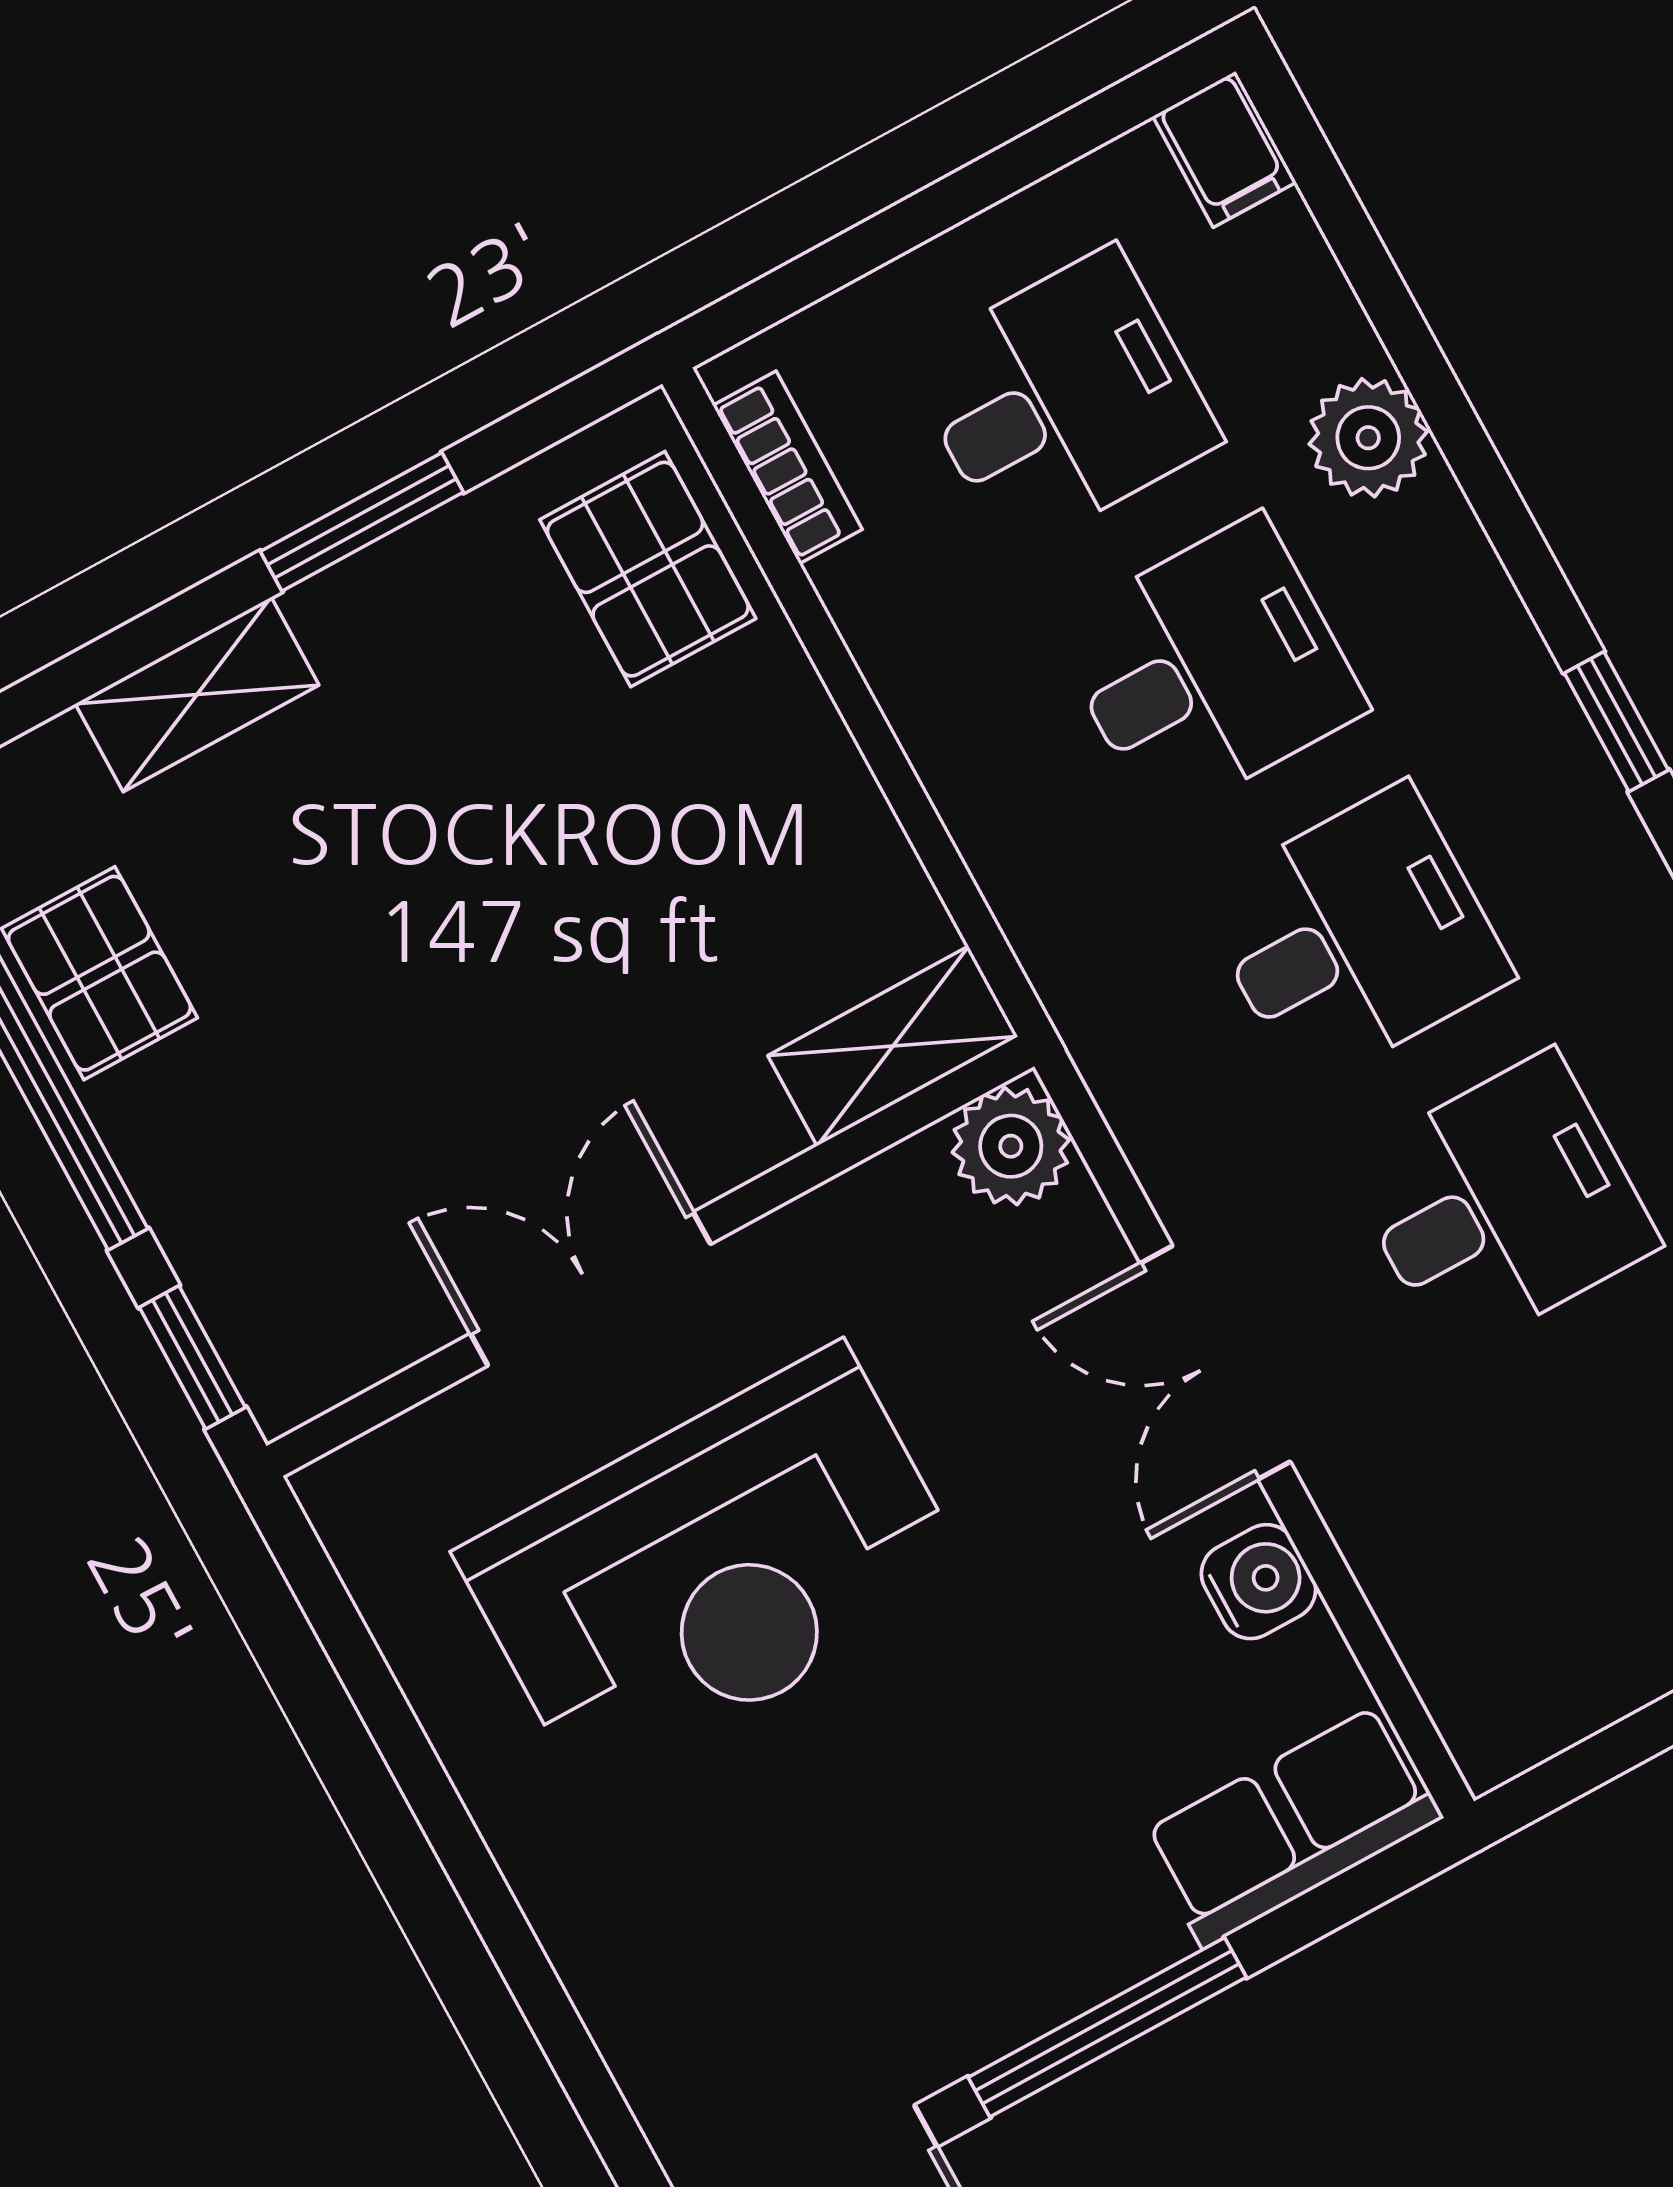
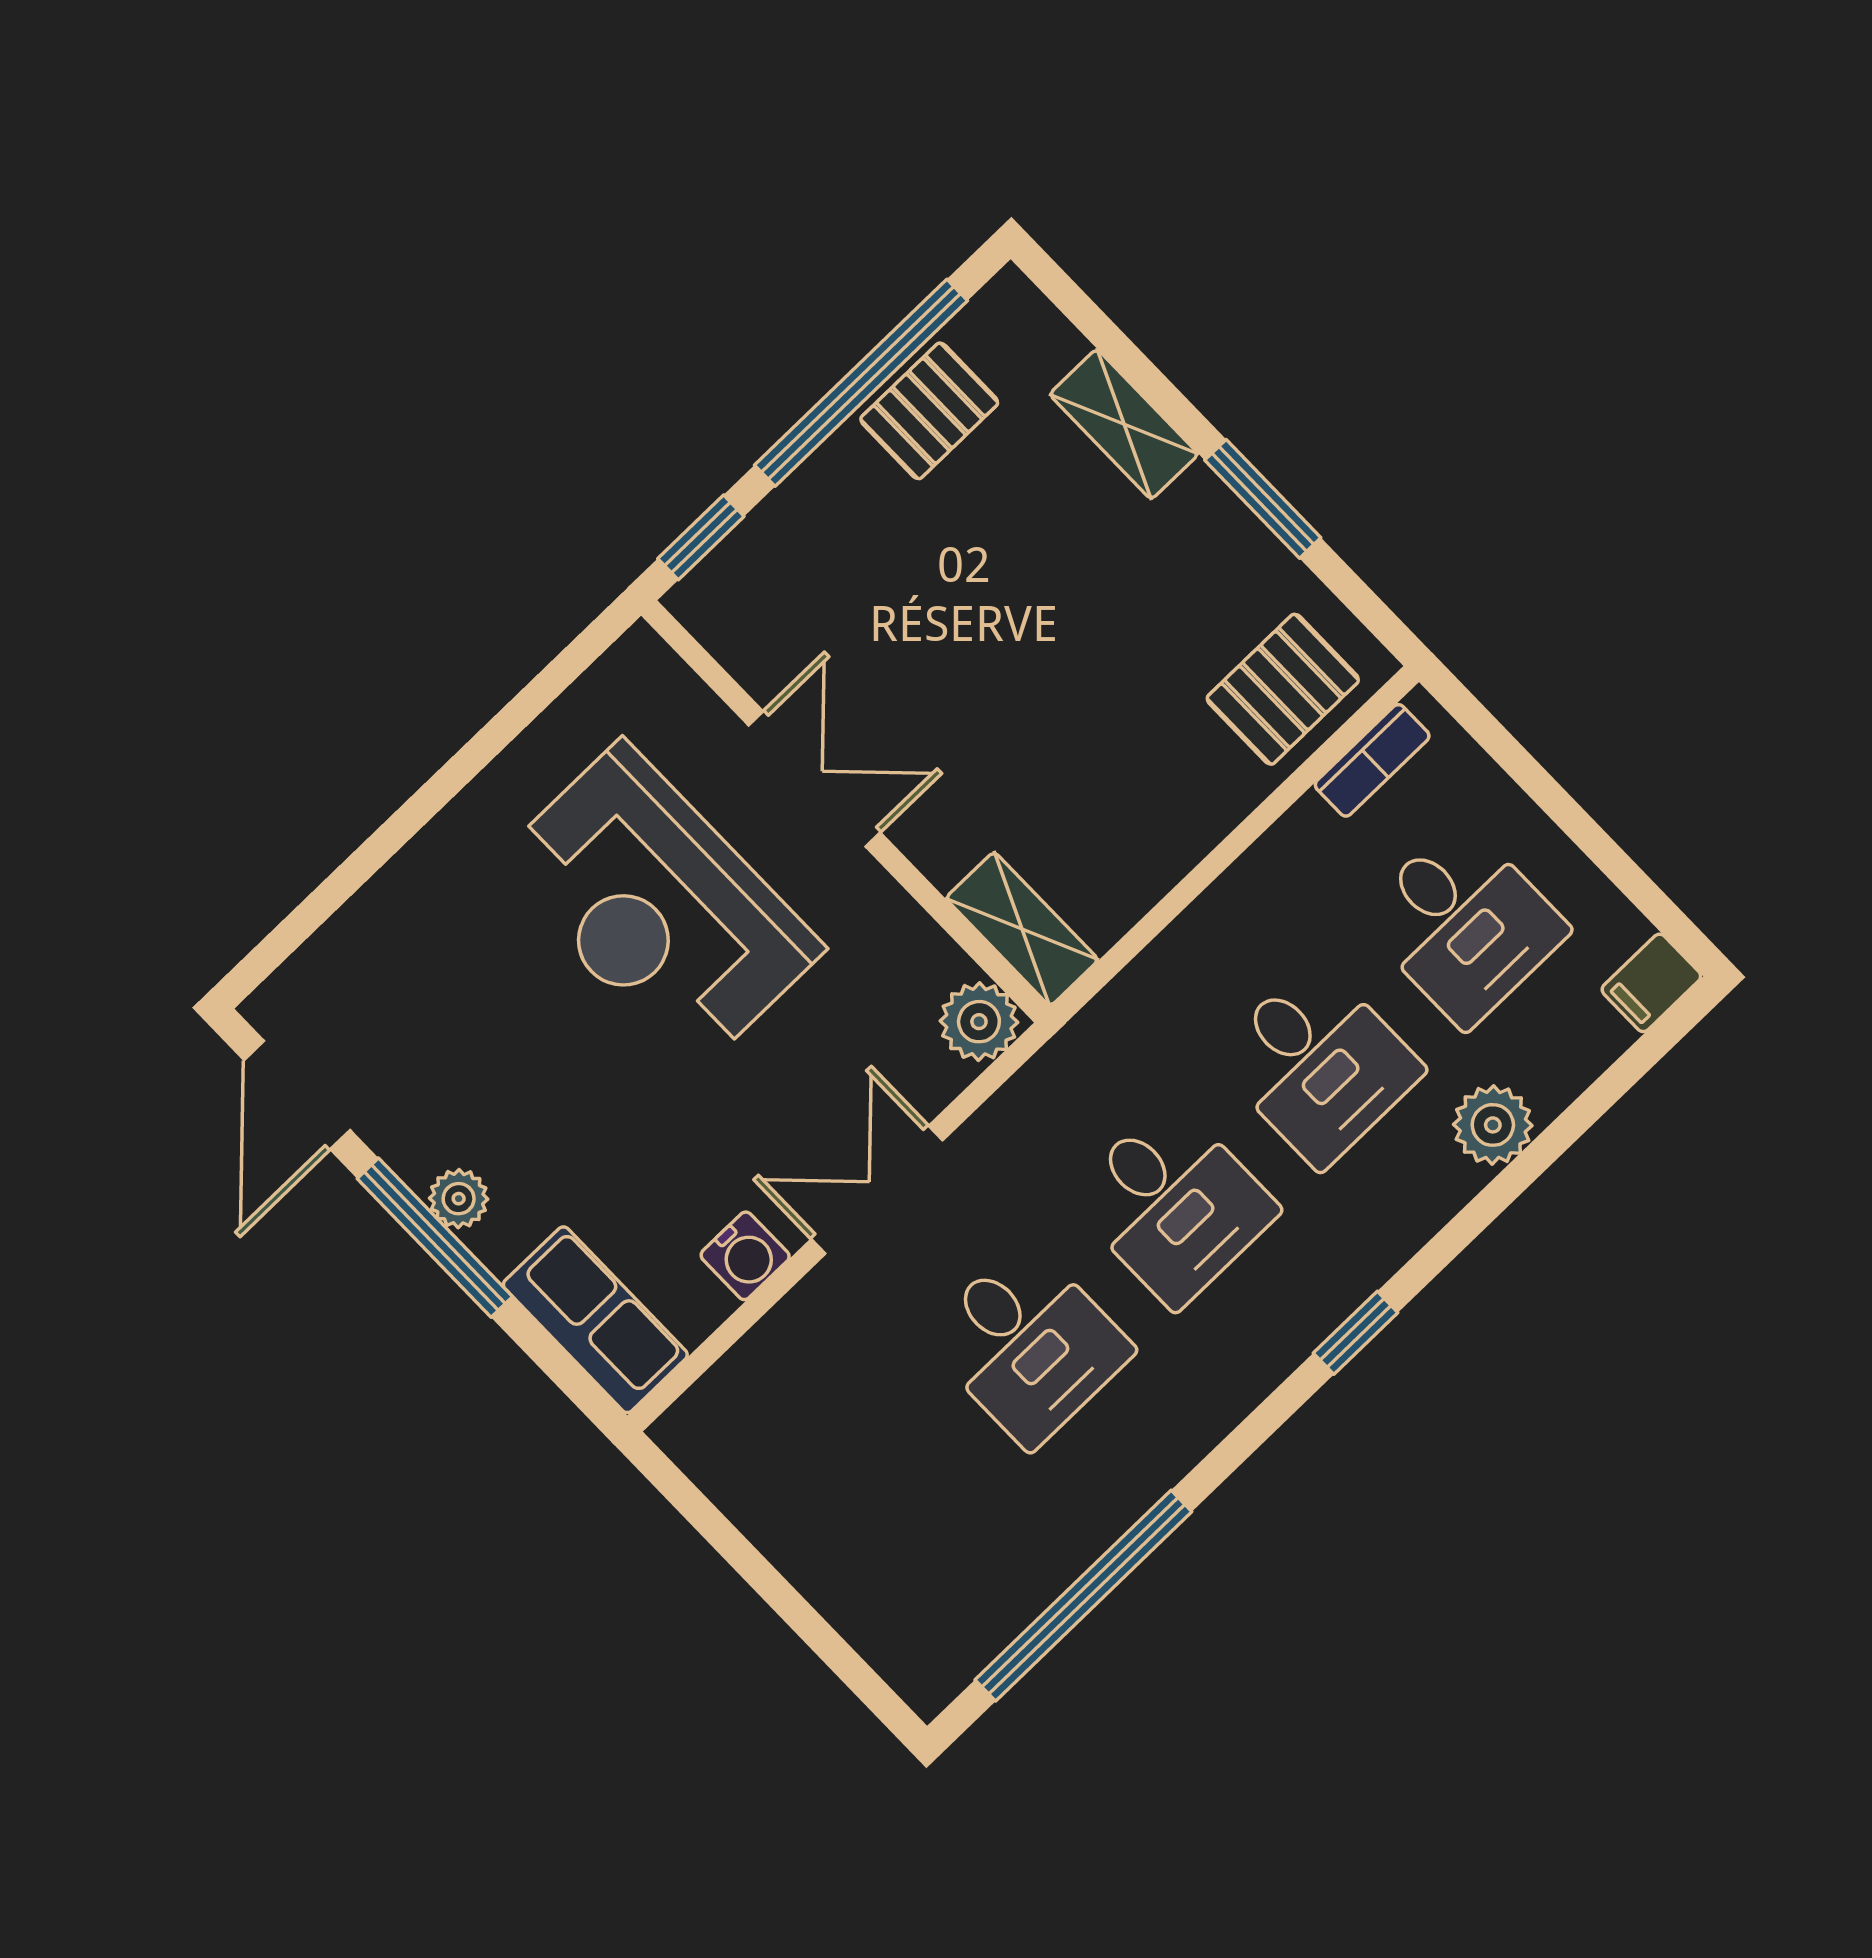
plant: (1060, 1977) -> (459, 1199), added

